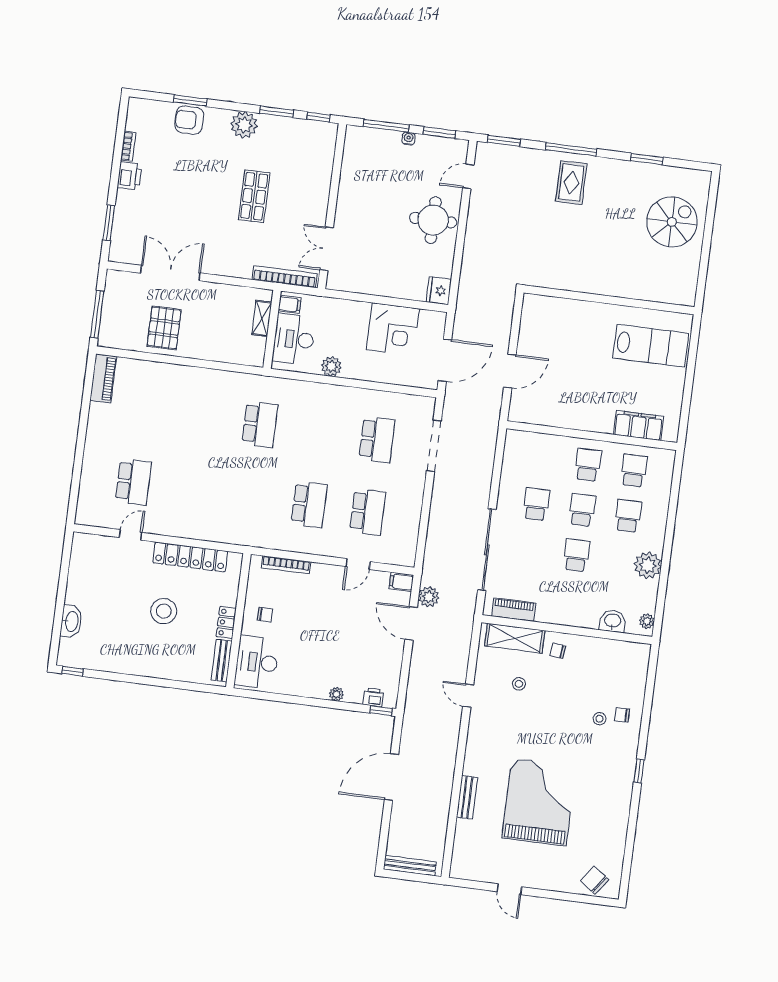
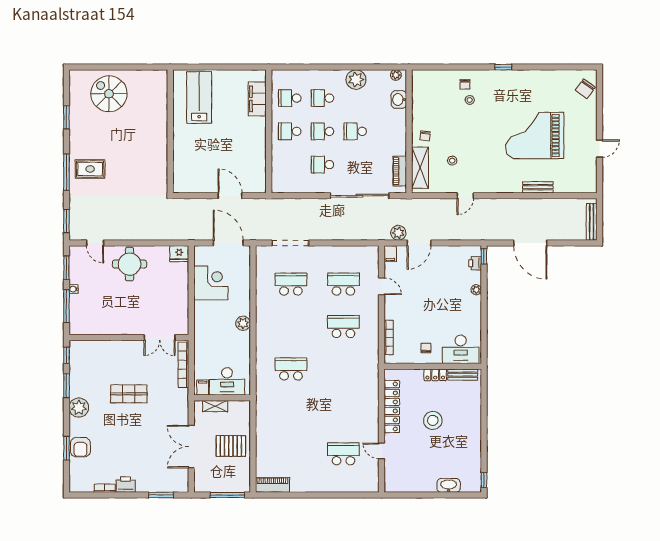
filing cabinet: (290, 304) -> (203, 388), moved
shelving: (262, 318) -> (215, 406), moved
wall: (272, 329) -> (222, 398), moved
desk: (294, 339) -> (227, 381), moved

